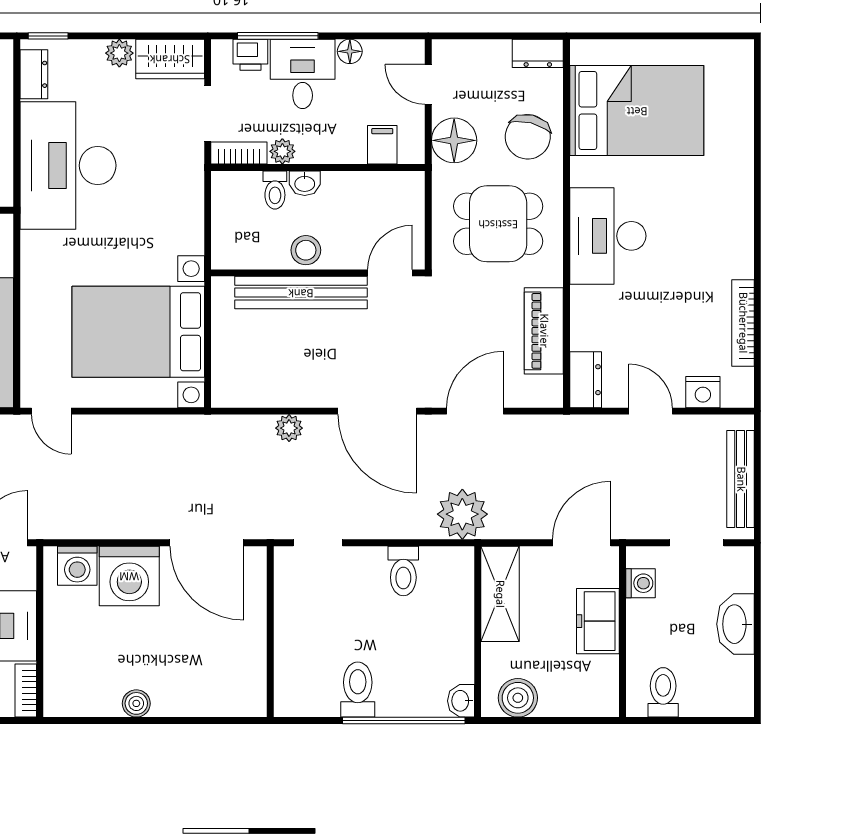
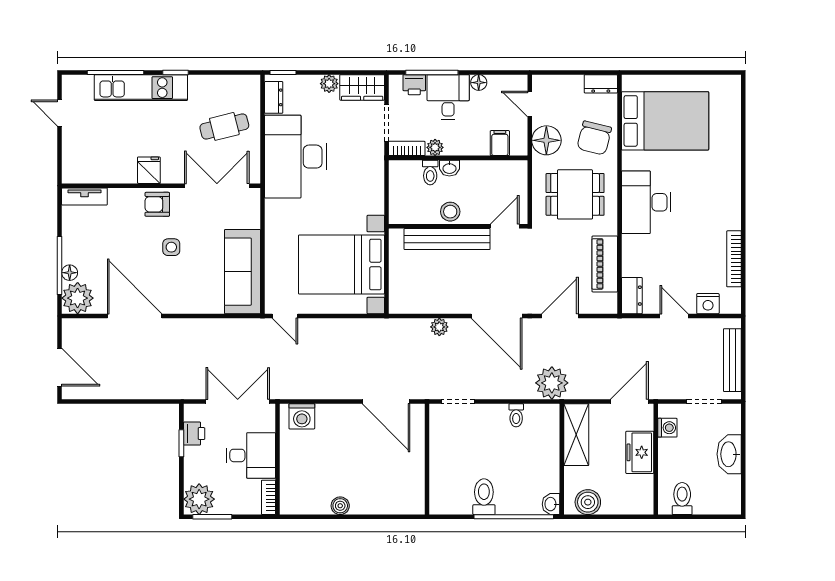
toilet: (403, 571) -> (516, 415), width x0.73, depth x0.72
washing machine: (129, 576) -> (336, 423), removed

